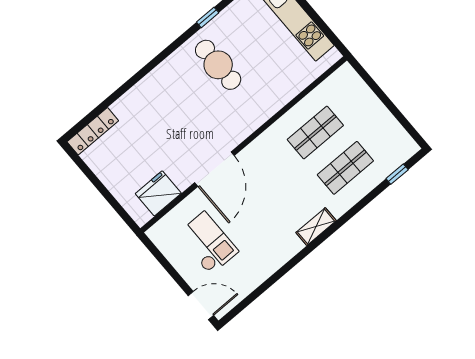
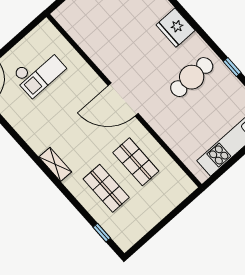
door: (214, 169) -> (123, 99), moved
fridge: (158, 193) -> (175, 28), moved, turned 180

